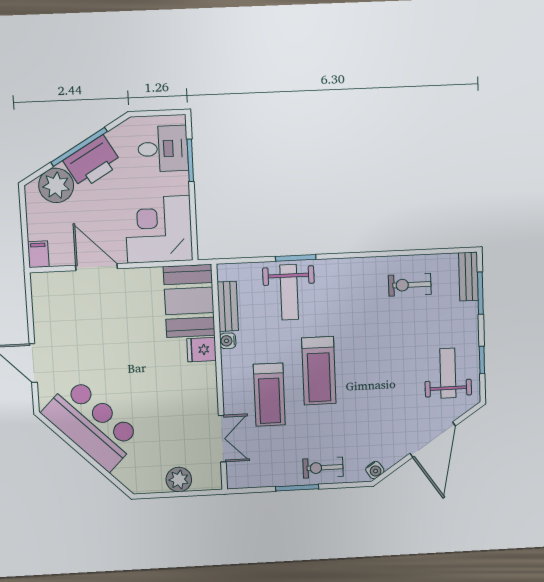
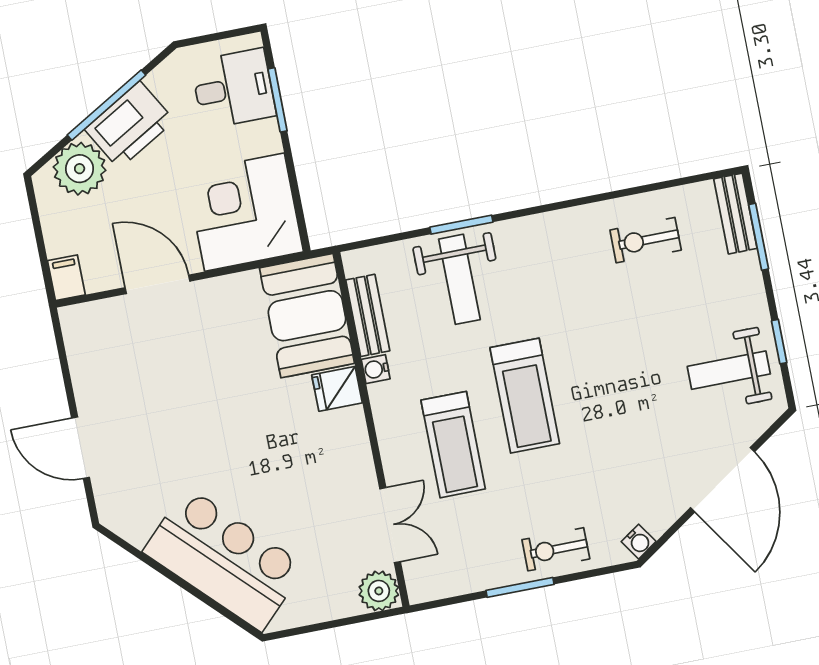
weight bench: (448, 373) -> (729, 370), turned -90
bar counter: (92, 425) -> (224, 559), moved
plant: (179, 480) -> (379, 591), moved

